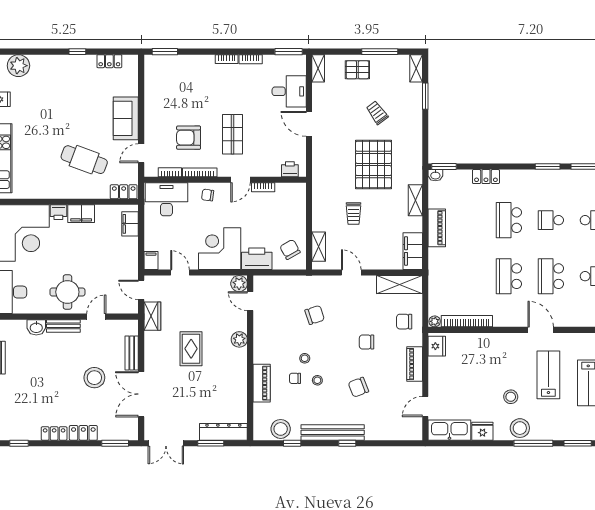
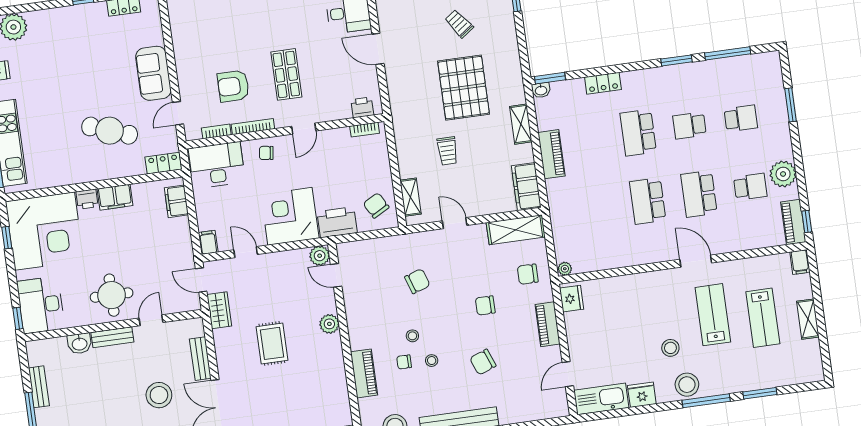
bookcase: (263, 187) -> (365, 130), moved
bookcase: (467, 321) -> (604, 263), removed

